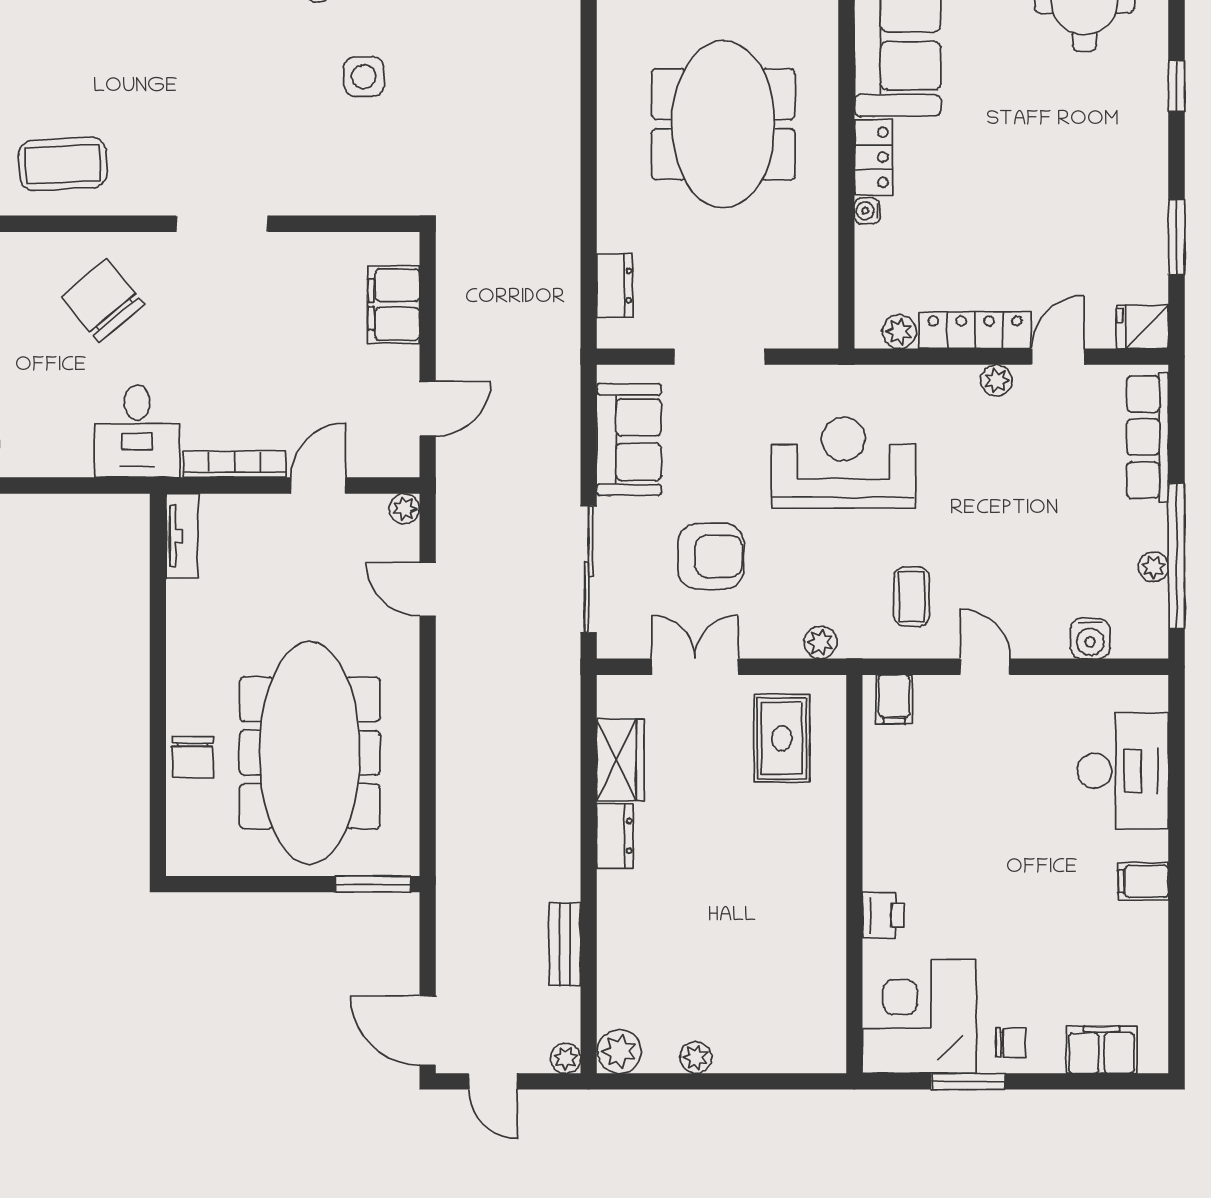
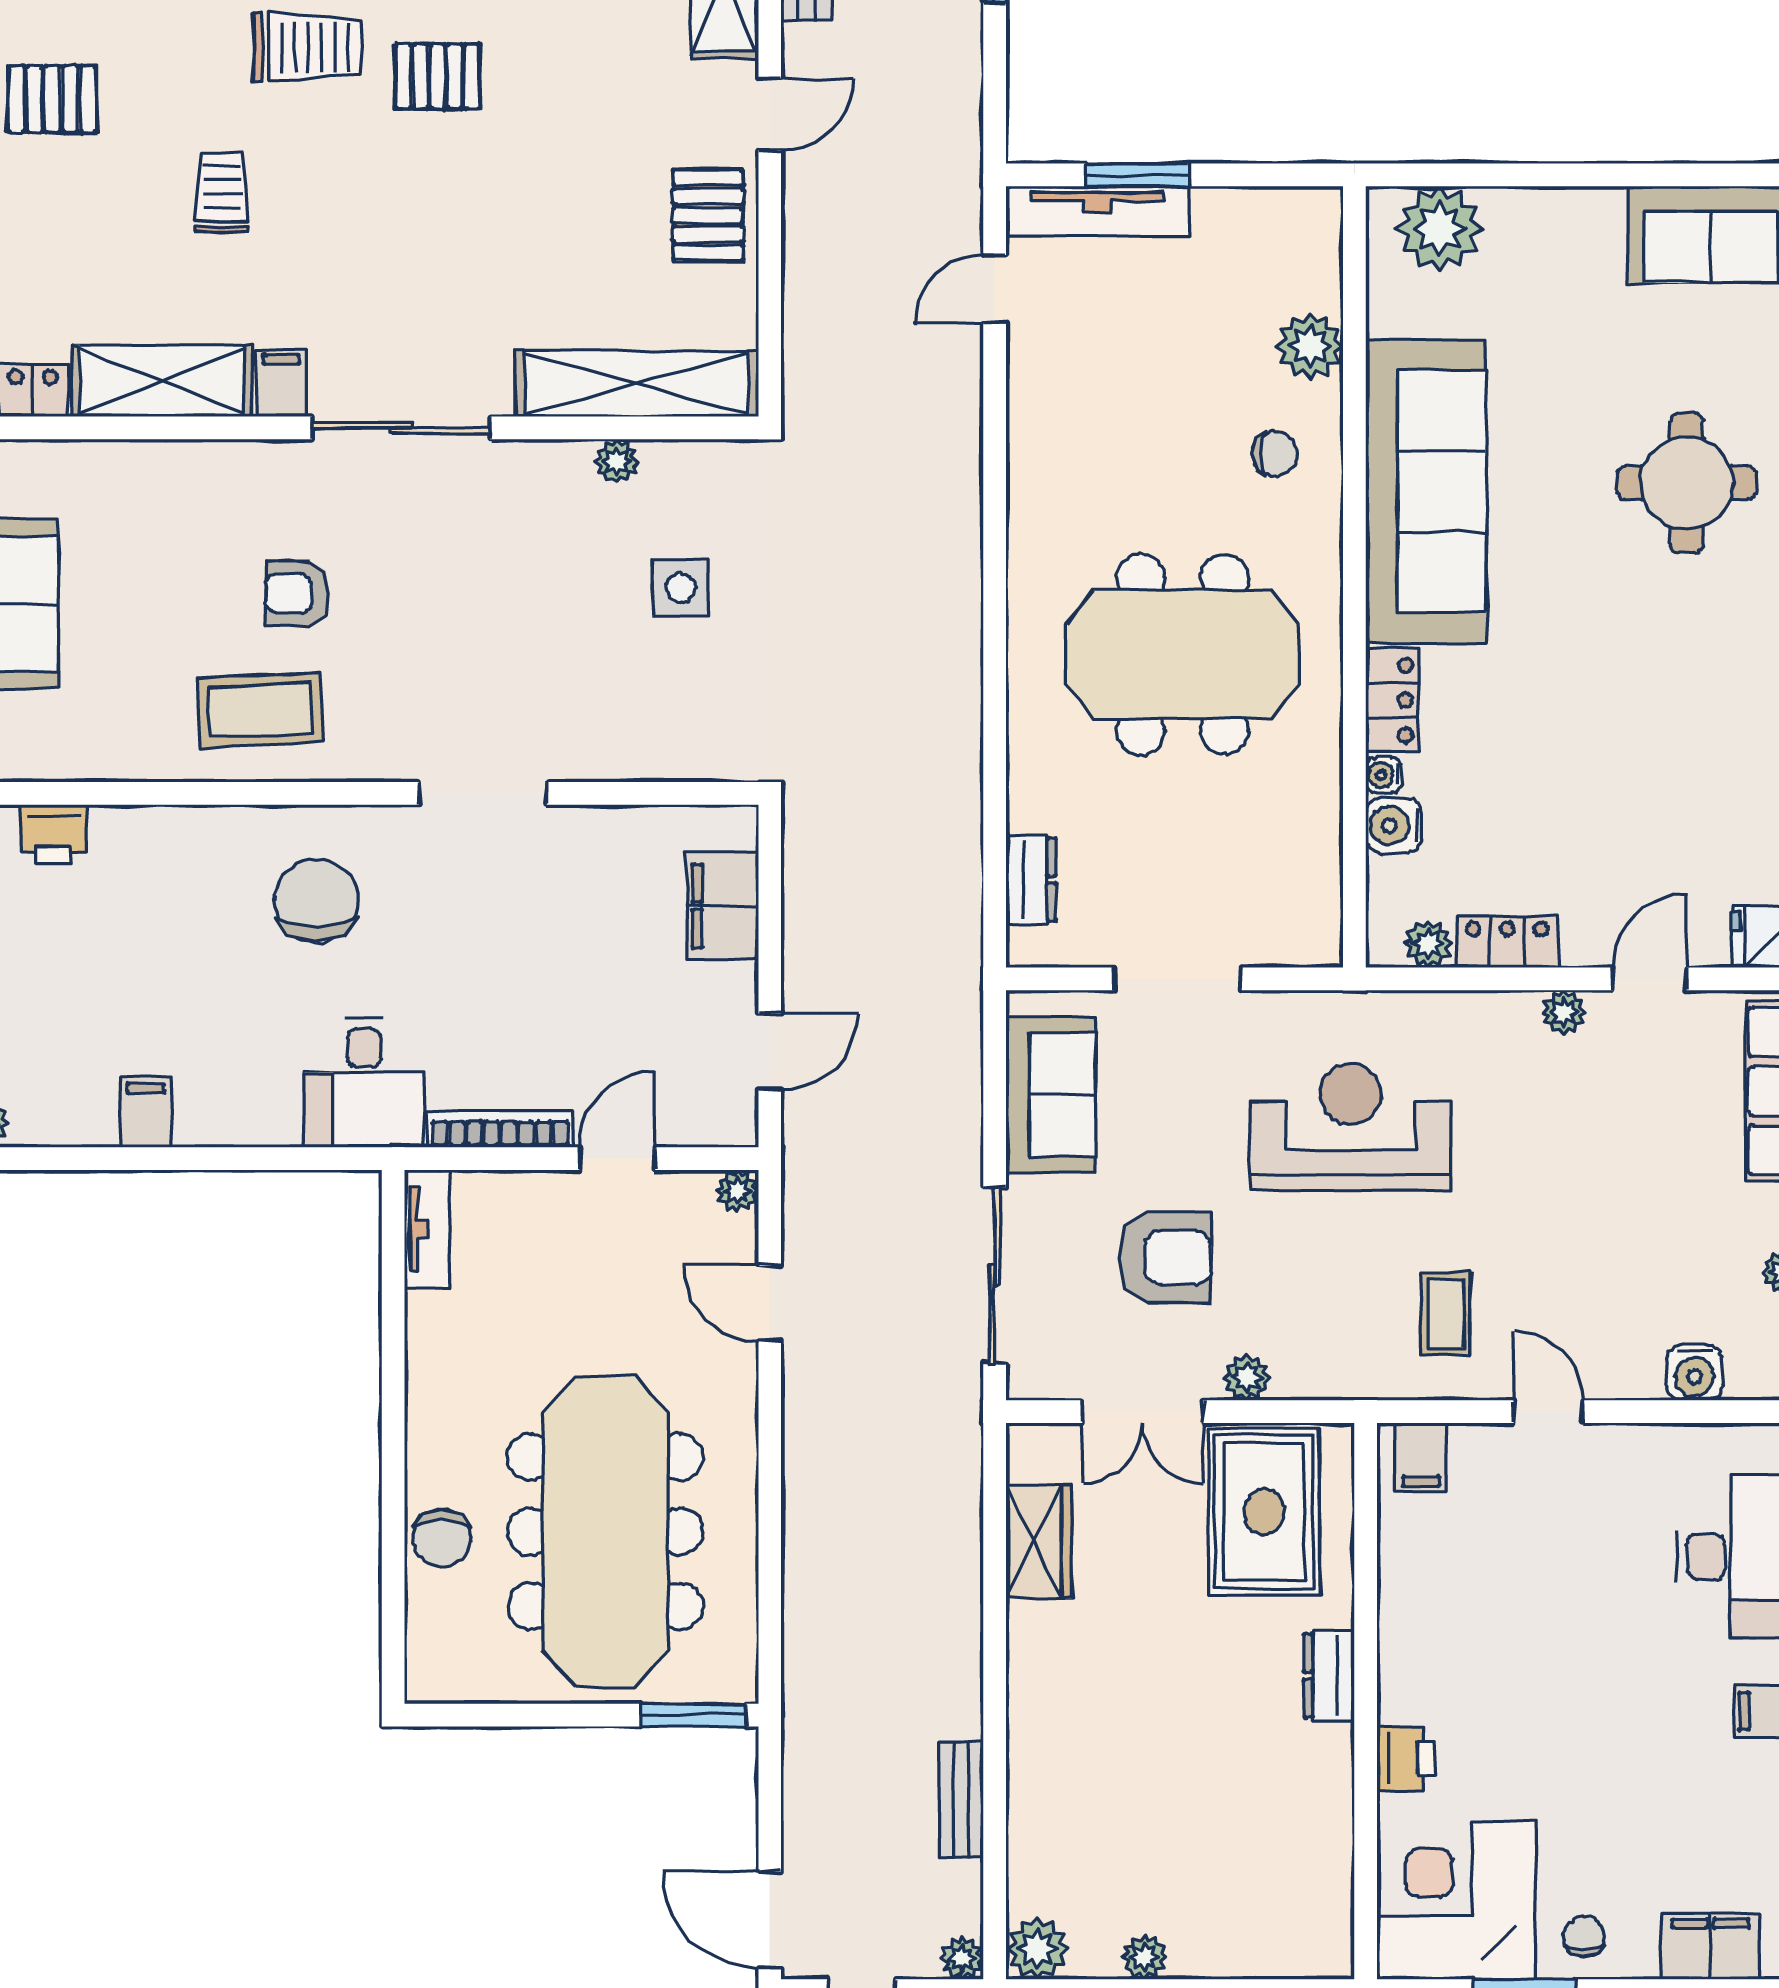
armchair: (89, 81) -> (298, 593), added
meeting table: (723, 124) -> (1183, 654), turned 90
water cooler: (875, 247) -> (1394, 826), added
chair: (103, 301) -> (316, 901), turned 40
locker: (975, 330) -> (1507, 942), width x0.66
plant: (821, 642) -> (1247, 1378), moved
double door: (695, 667) -> (1143, 1412), swing flipped
rug: (782, 738) -> (1264, 1512), width x1.36, depth x1.43
dresser: (615, 836) -> (1329, 1676), moved, turned 180
chair: (1011, 1043) -> (1584, 1937), turned -90

